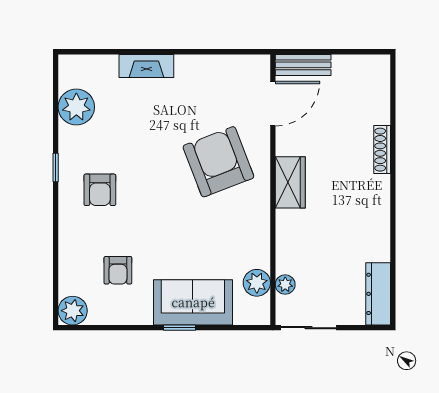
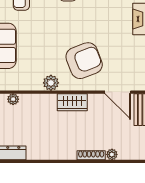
plant: (381, 114) -> (112, 154), added
plant: (257, 283) -> (51, 83), moved

